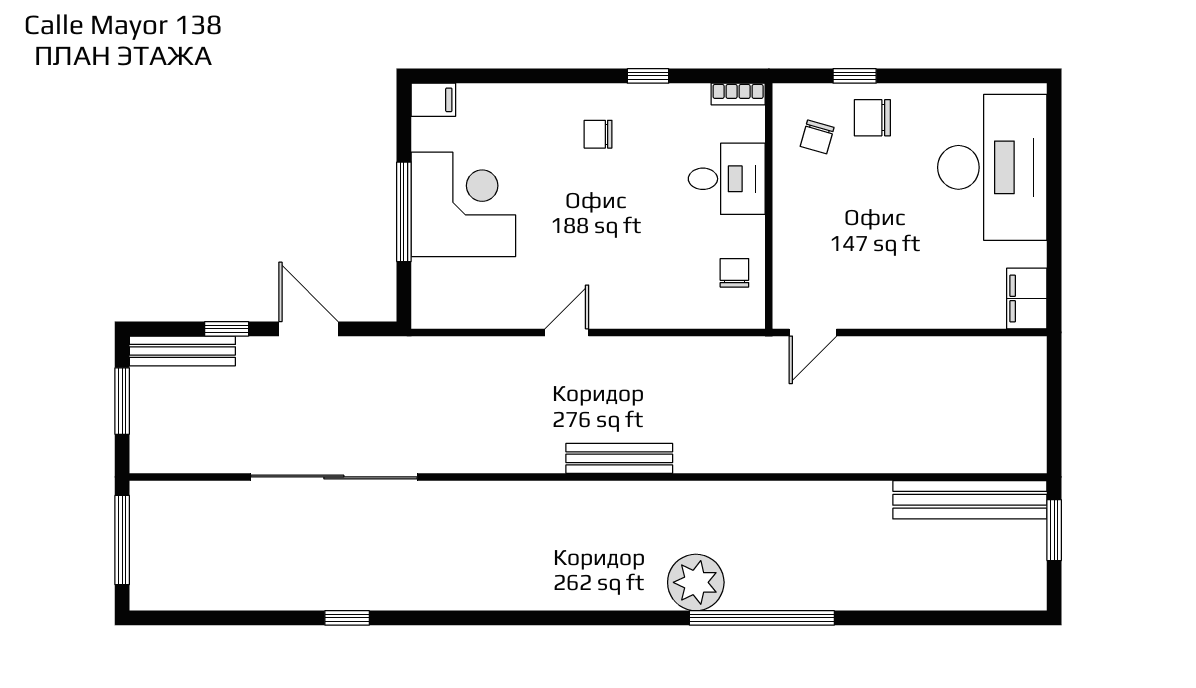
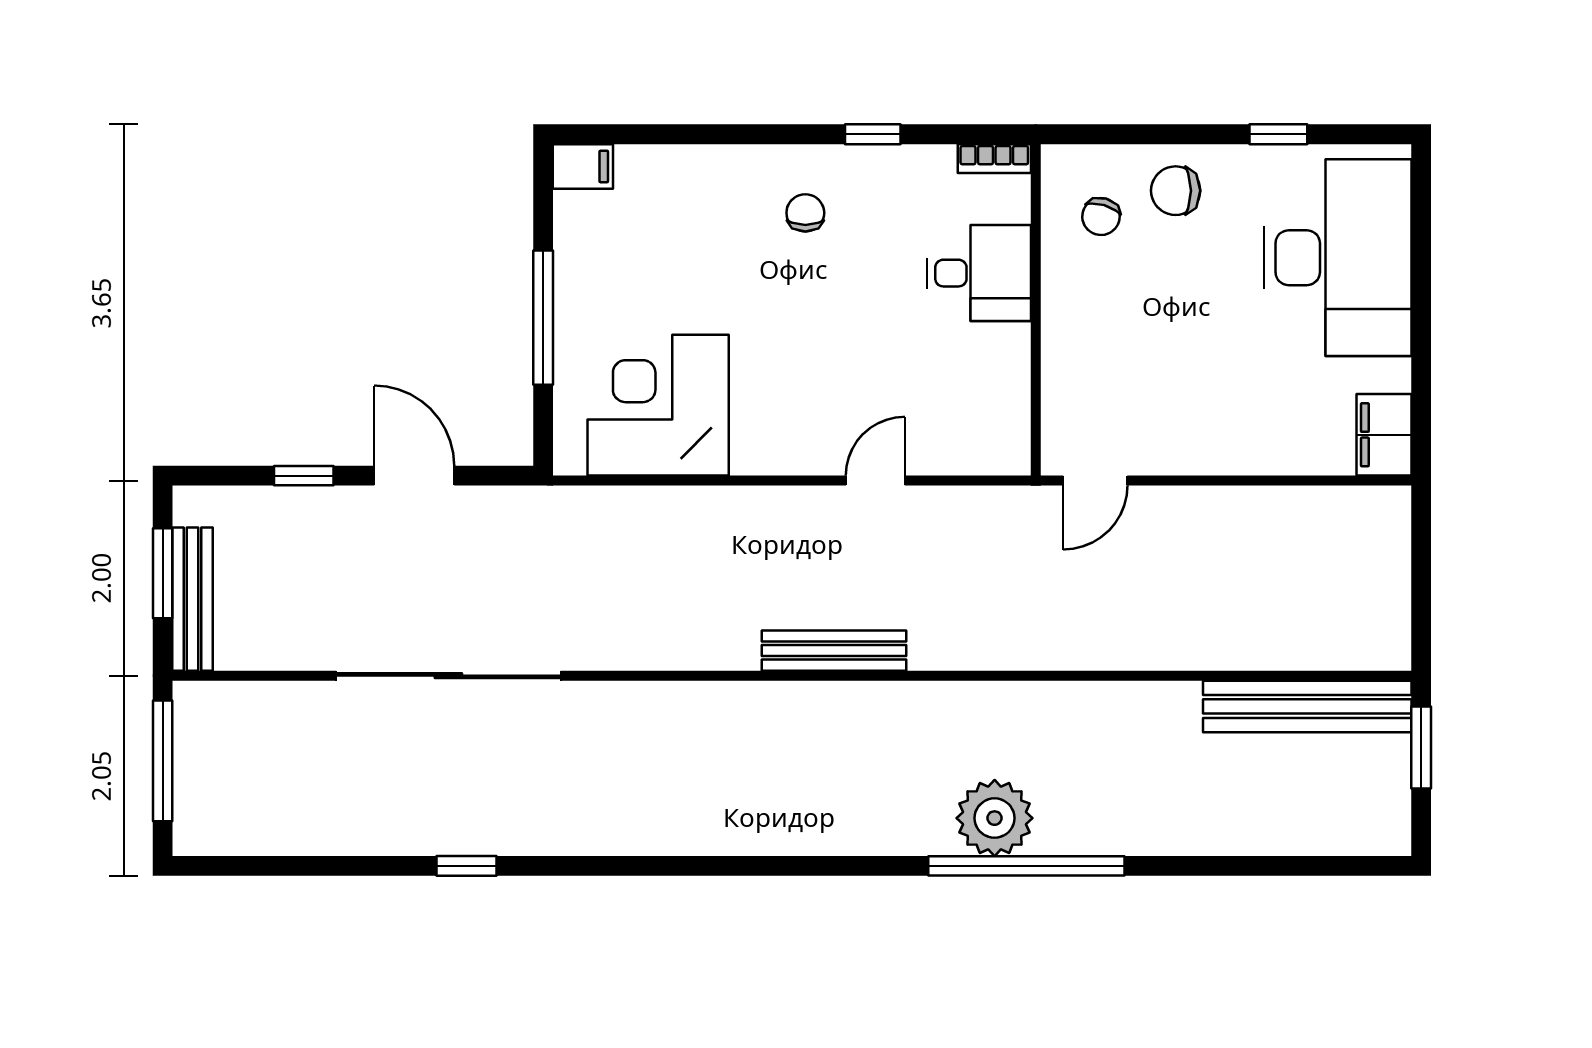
window: (855, 76) -> (1278, 134), moved
chair: (598, 134) -> (805, 213), turned 90
corner desk: (463, 204) -> (658, 405), moved, turned -90
chair: (734, 273) -> (989, 400), removed
door: (567, 332) -> (875, 481), moved
bench: (182, 351) -> (192, 599), moved, turned 90
plant: (696, 582) -> (995, 818), moved

